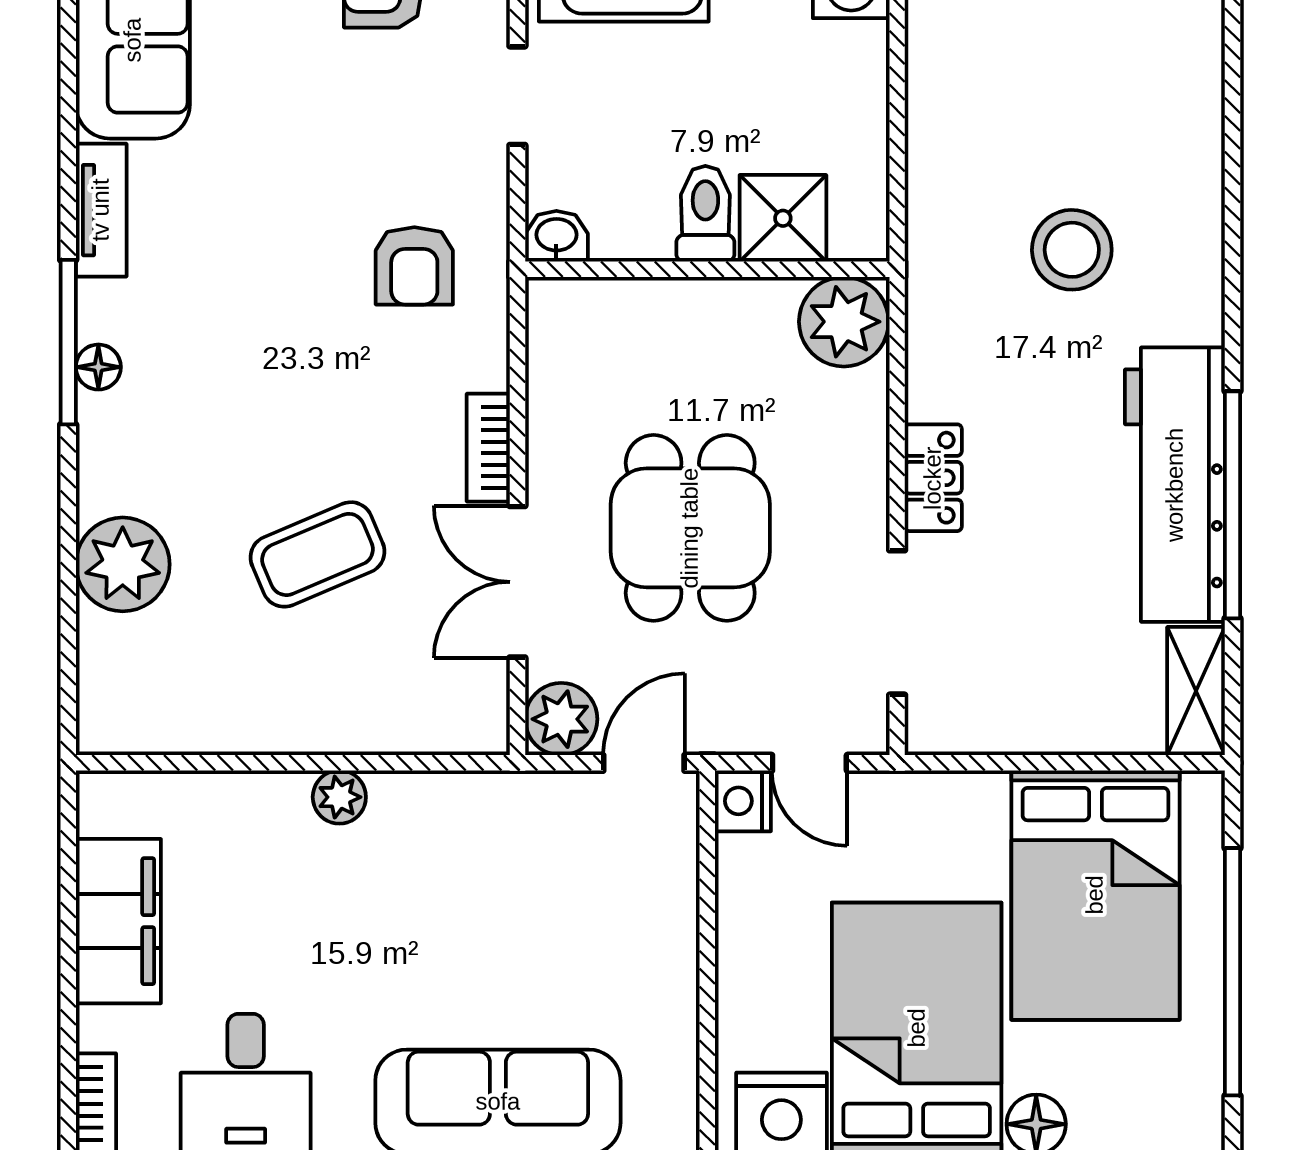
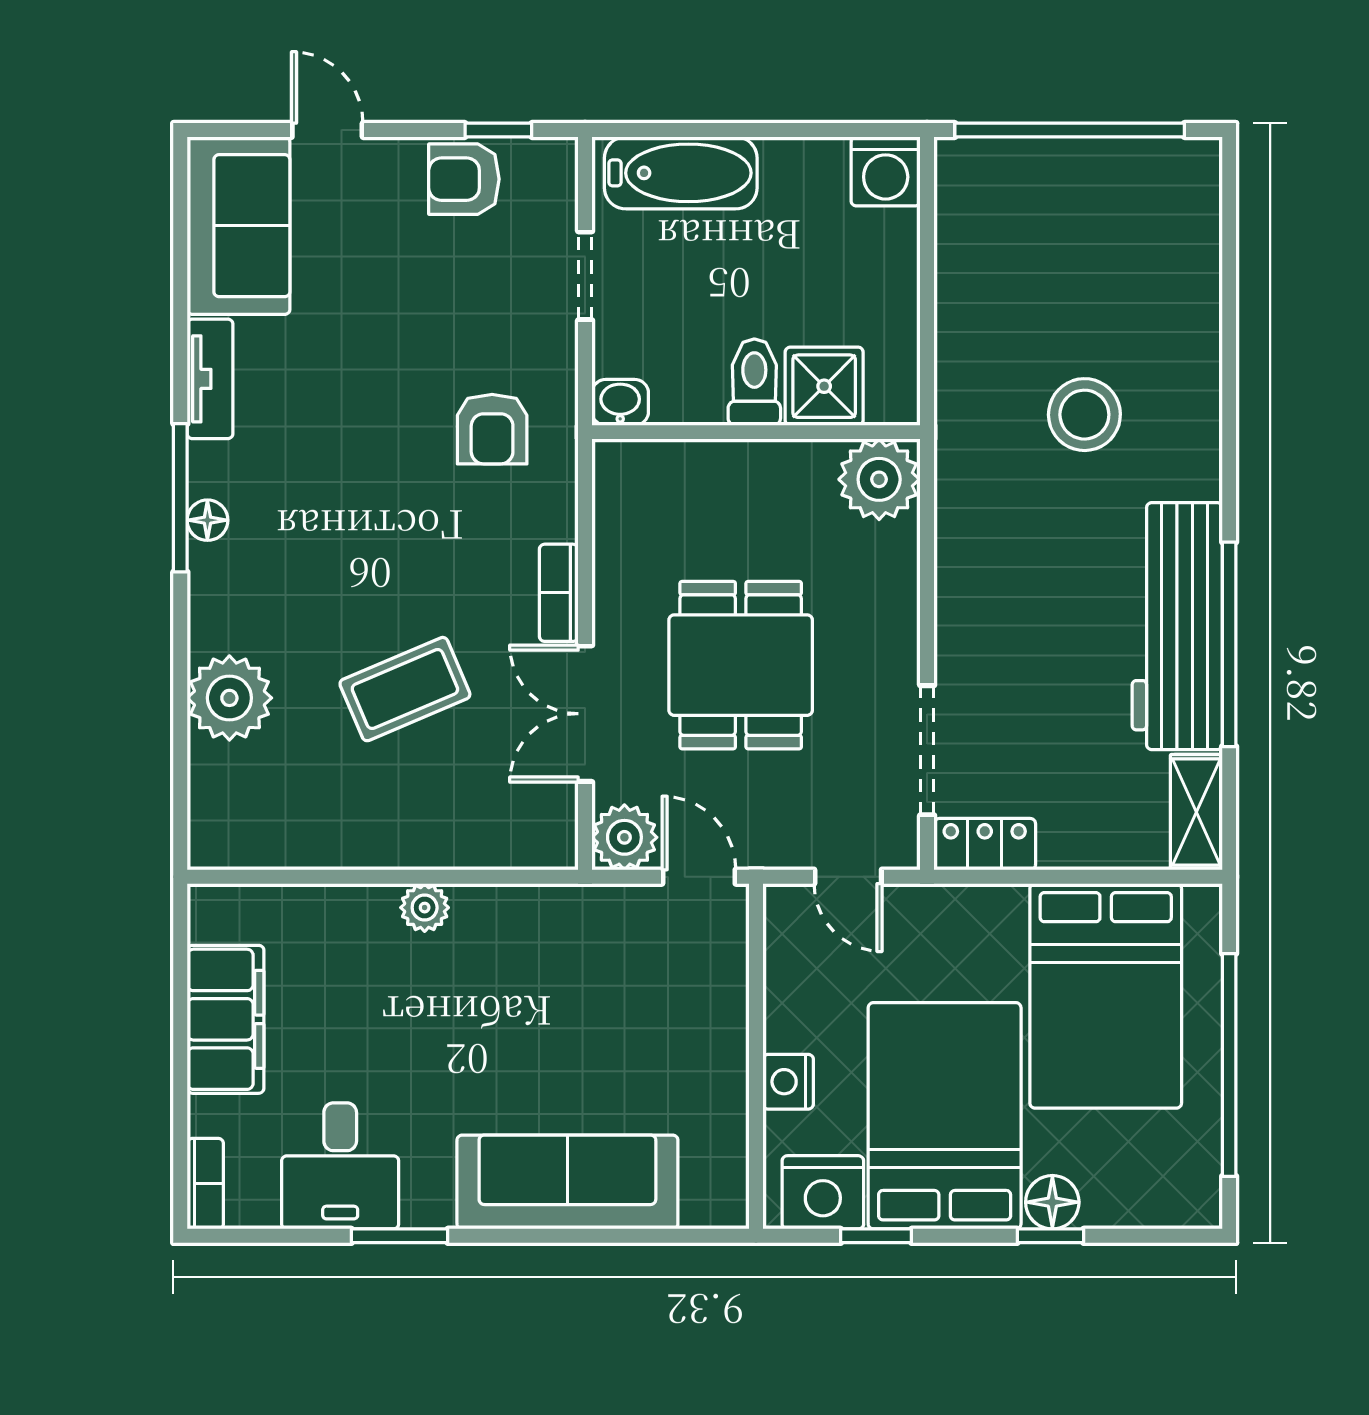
locker: (933, 478) -> (985, 844), moved, turned -90
door: (644, 763) -> (699, 877), hinge flipped
nightstand: (743, 801) -> (788, 1082), moved

